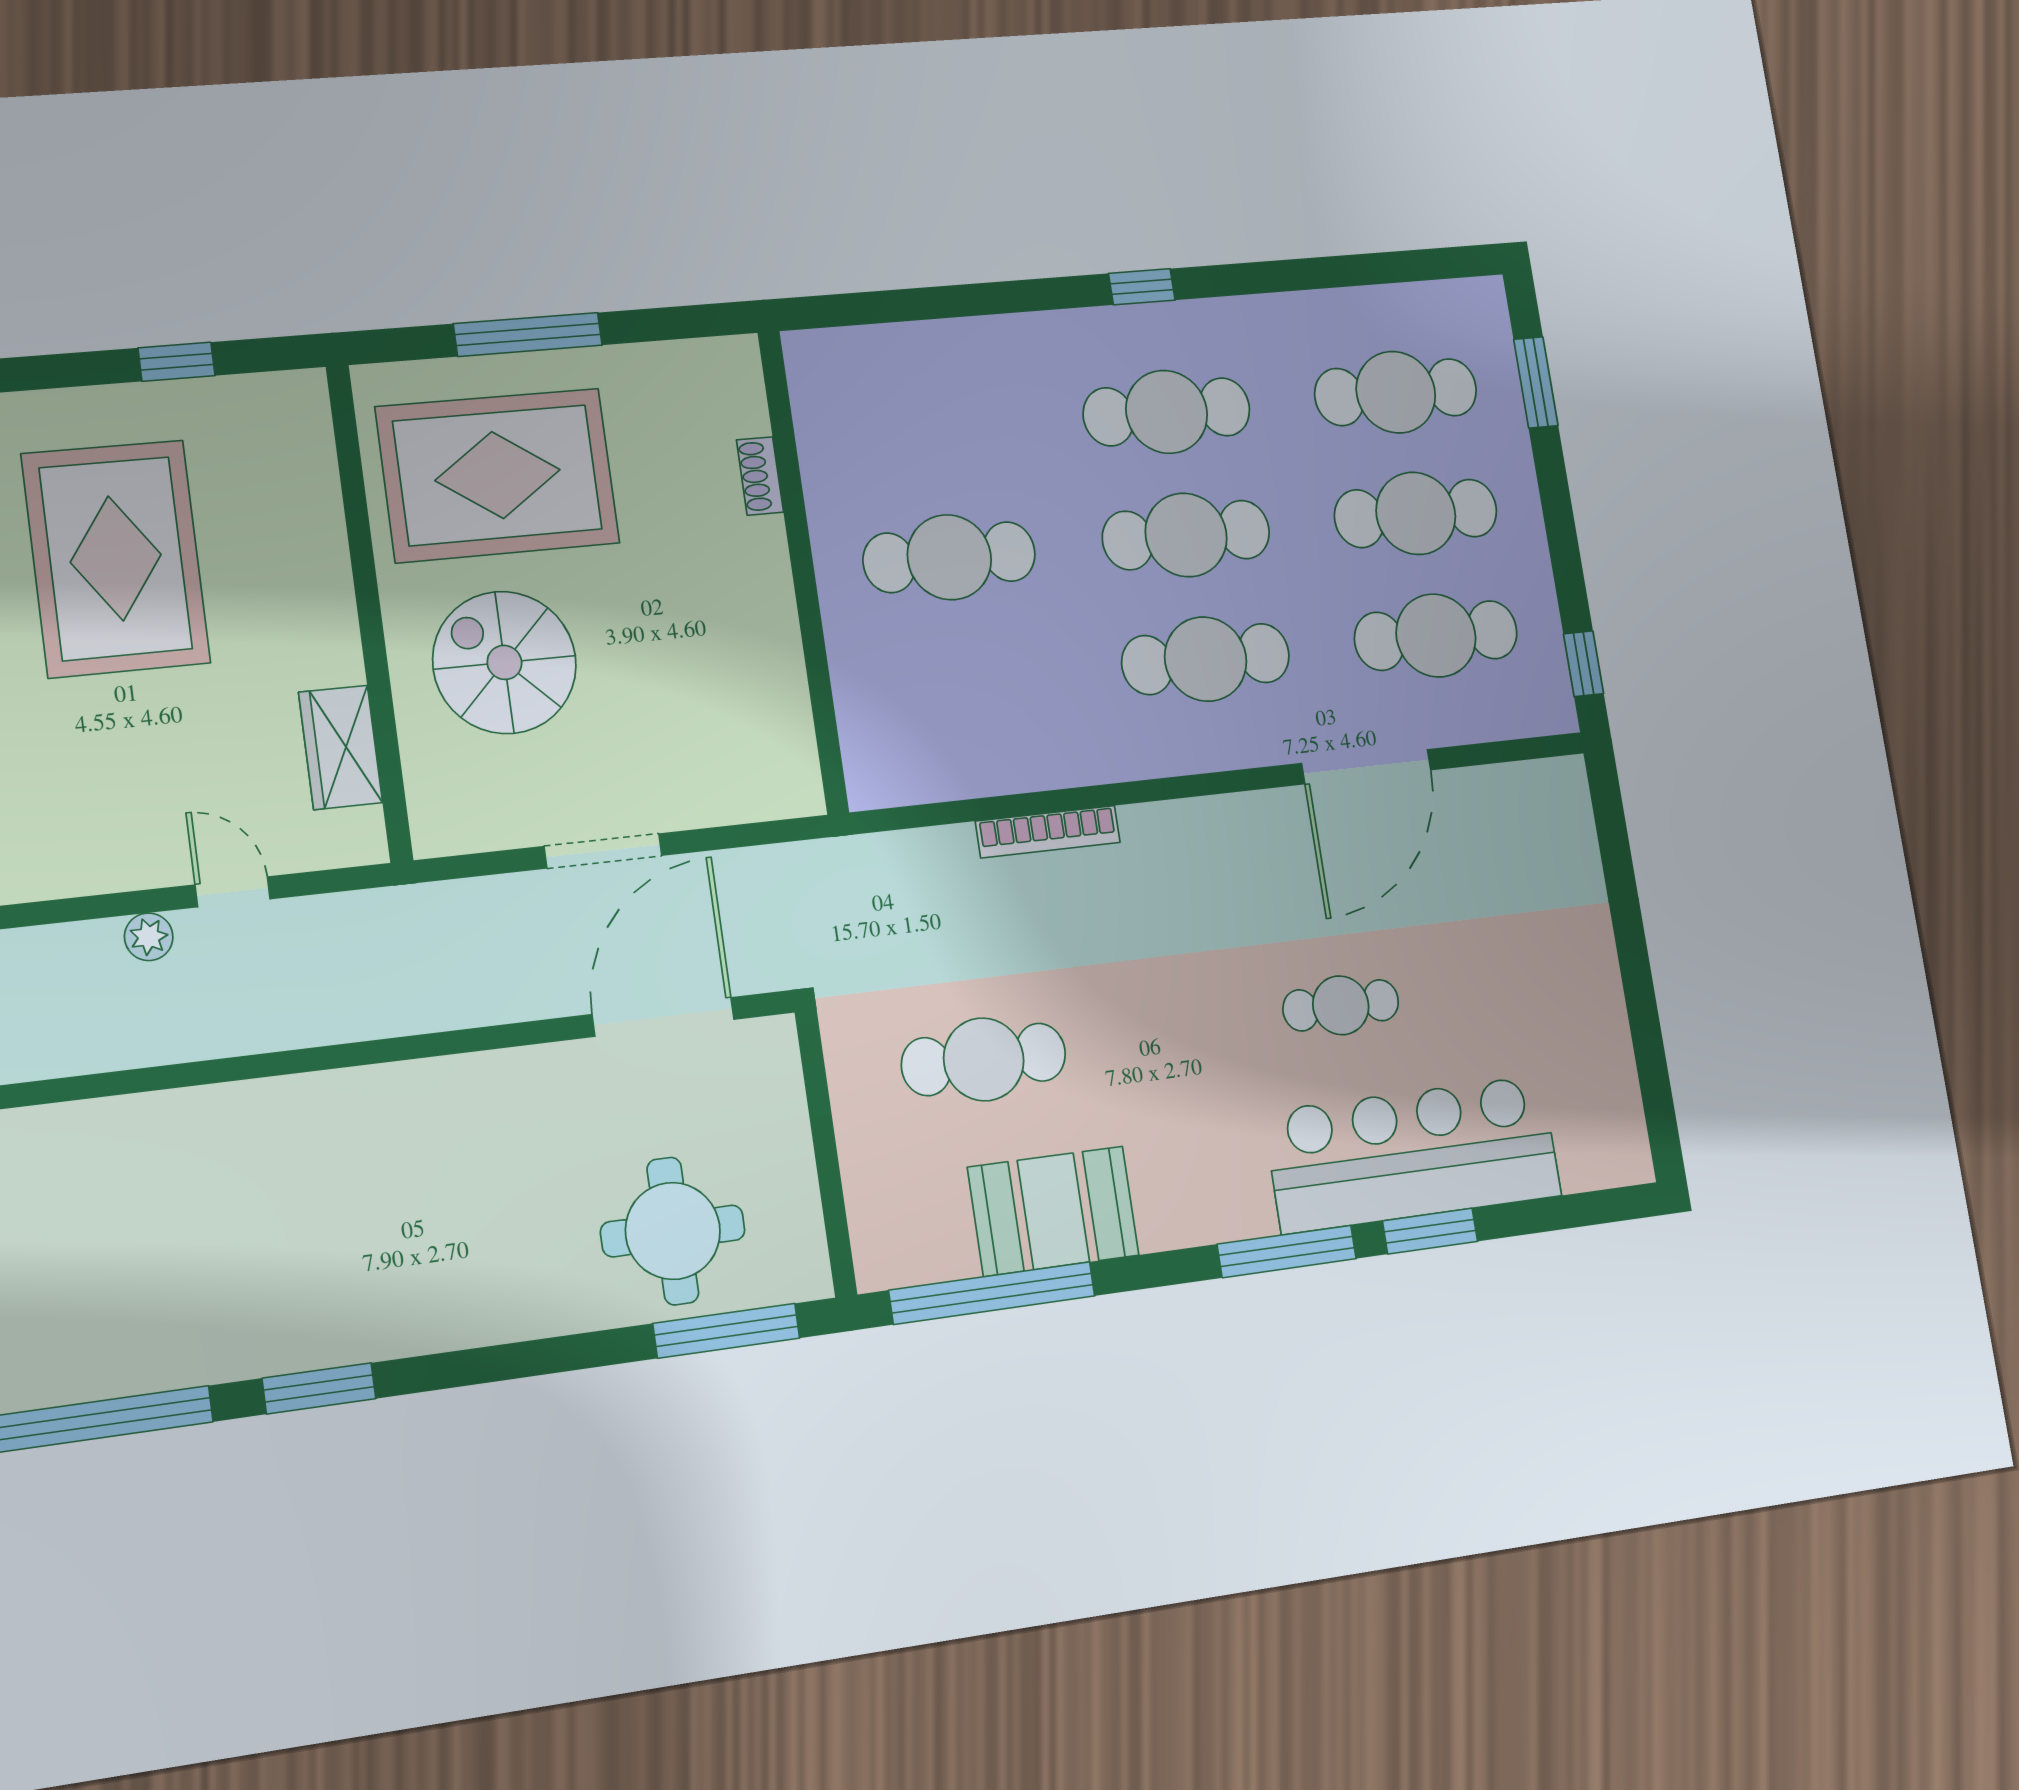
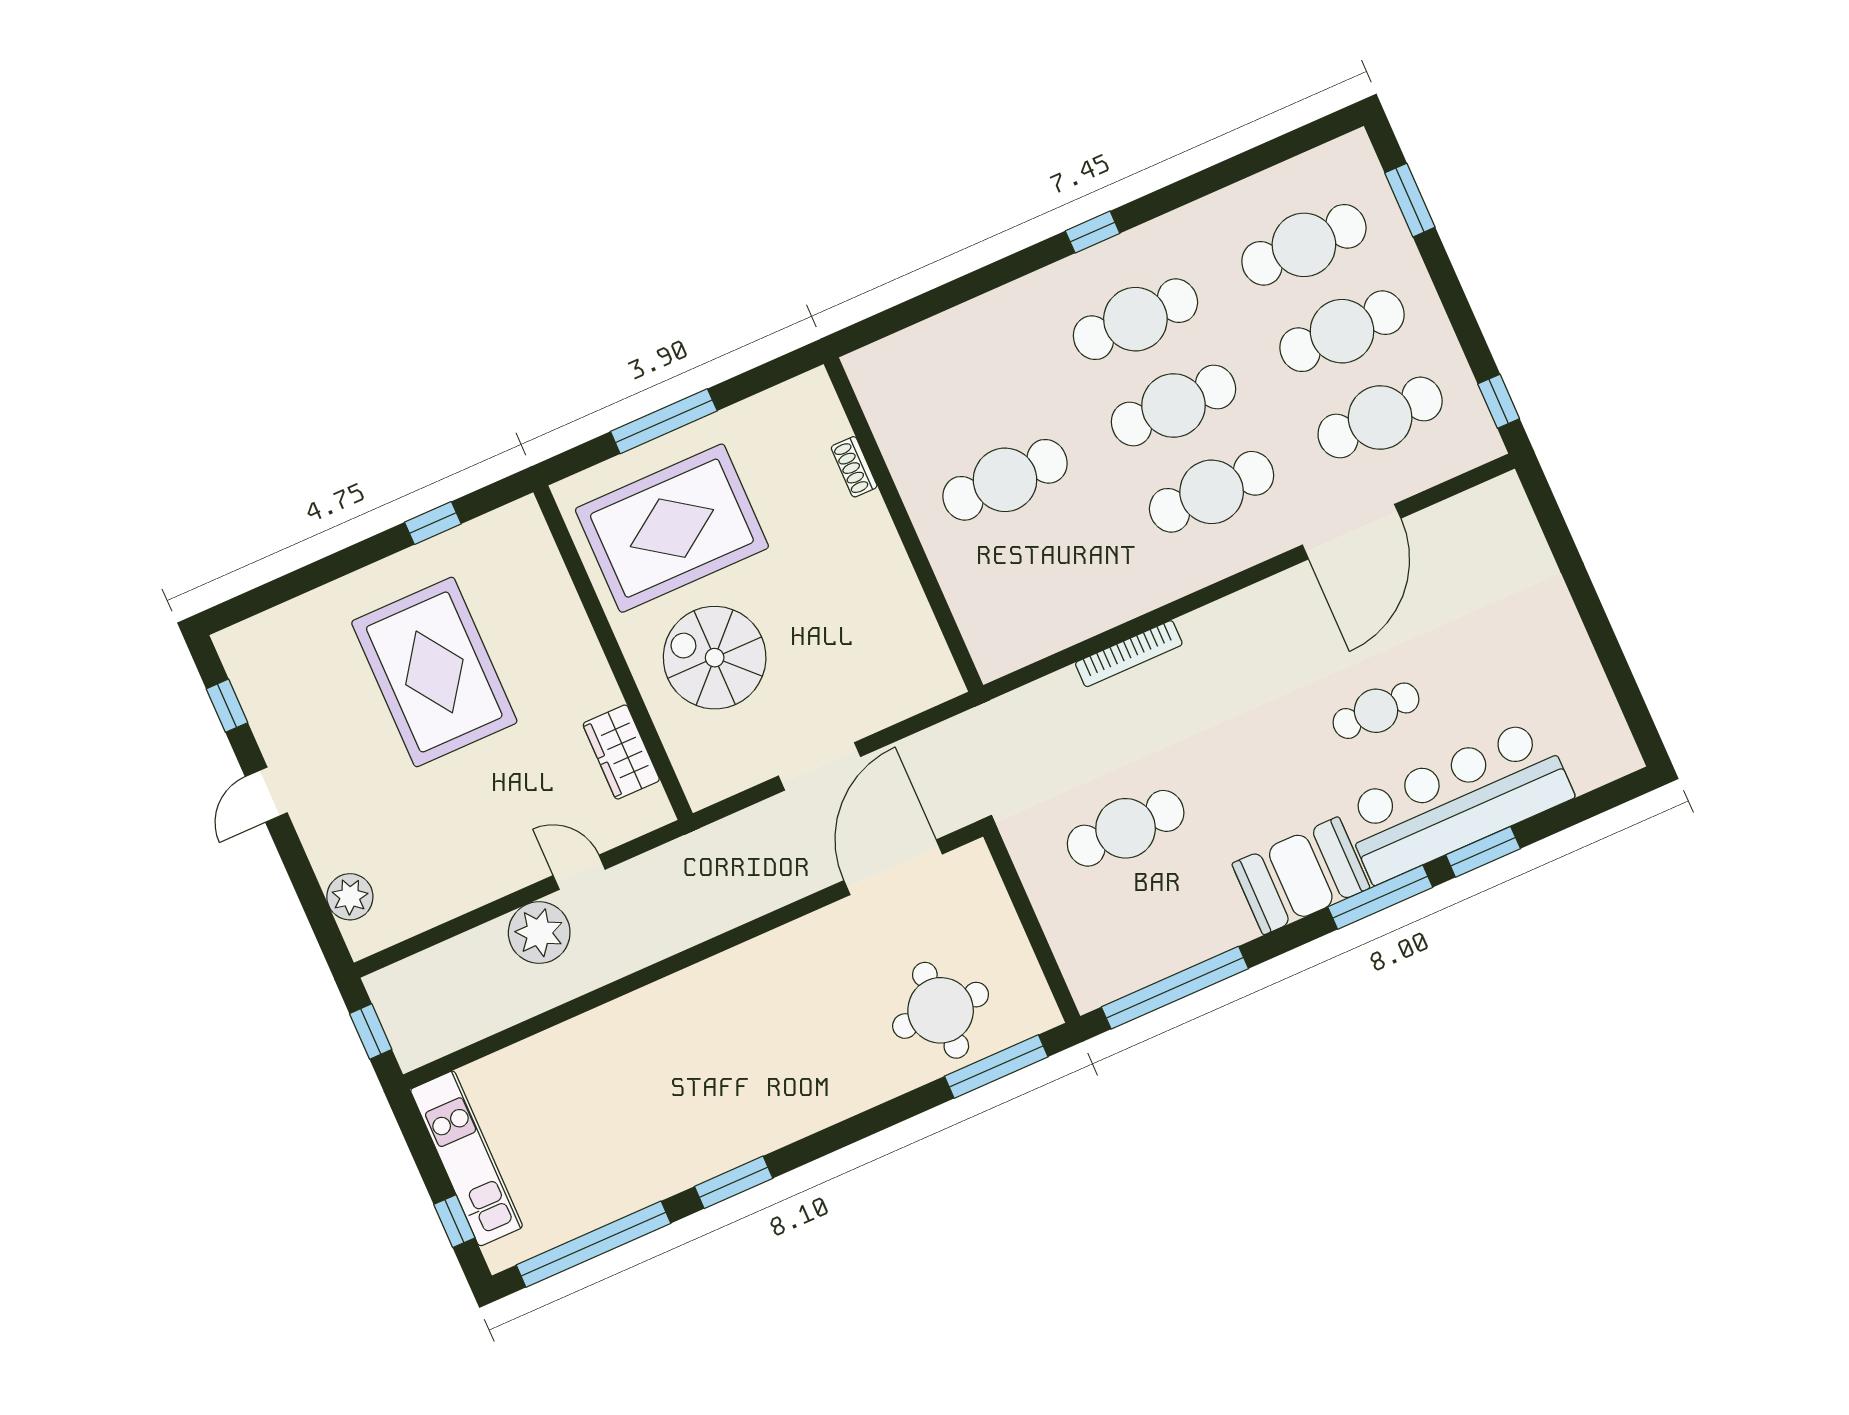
plant: (149, 937) -> (539, 933), width x1.87, depth x1.87
booth: (1053, 1211) -> (1301, 876), moved

